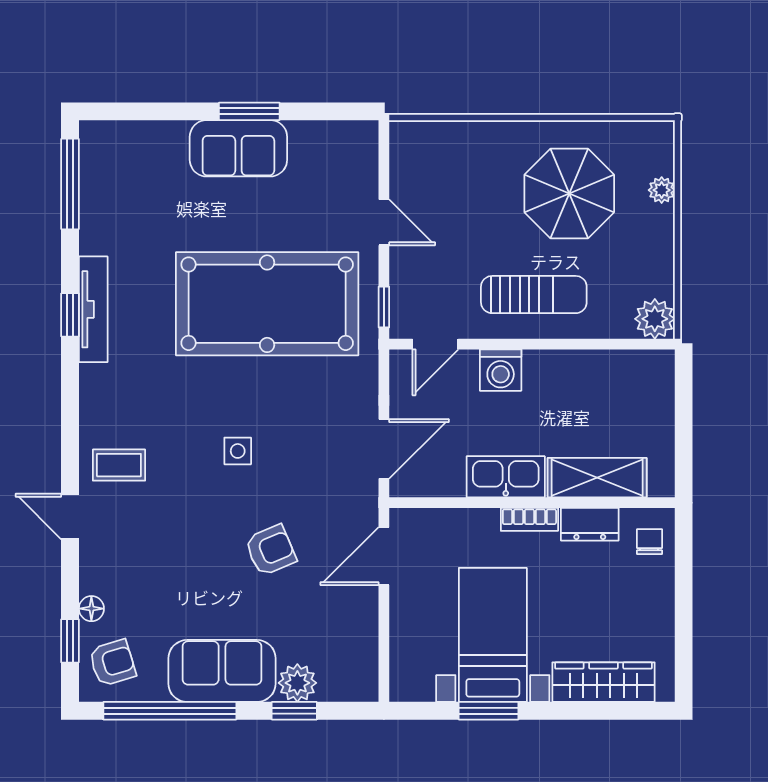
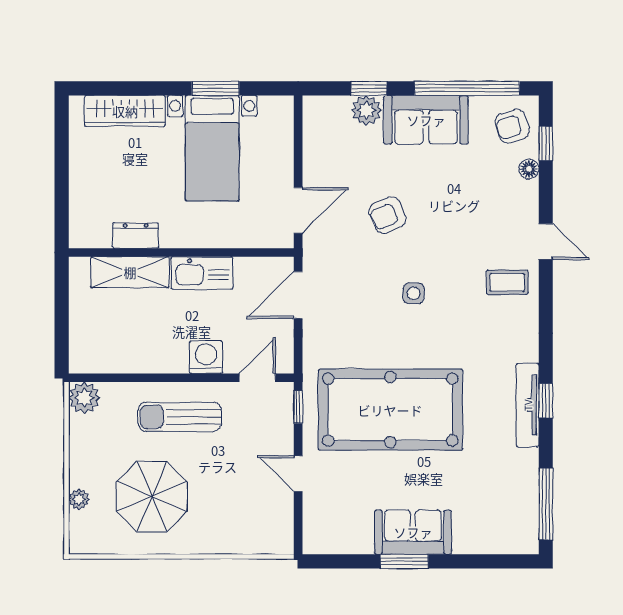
bookcase: (529, 519) -> (183, 239), removed
chair: (649, 542) -> (89, 222), removed

